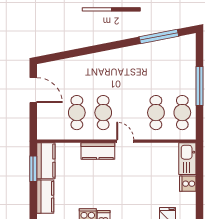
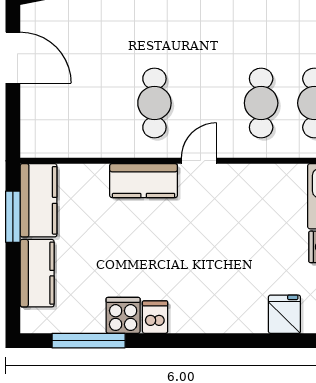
cafe table: (77, 113) -> (101, 103), removed
door: (125, 141) -> (199, 161), hinge flipped

